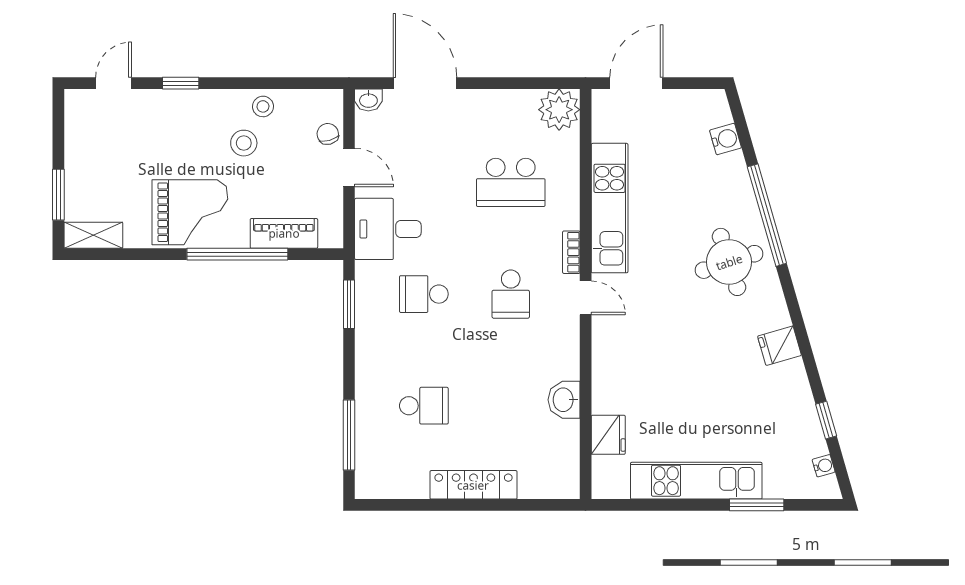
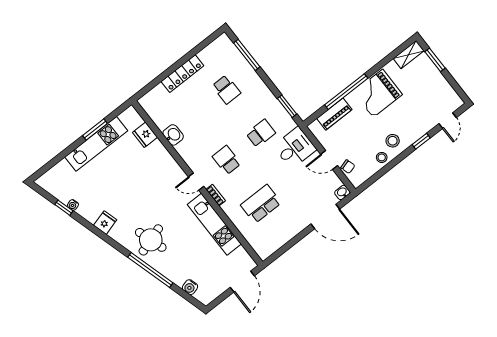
plant: (559, 110) -> (264, 247), removed
stool: (244, 143) -> (393, 141), moved
school desk: (424, 406) -> (226, 89), turned -90
water cooler: (824, 466) -> (73, 205), moved
window: (757, 505) -> (95, 129), moved

